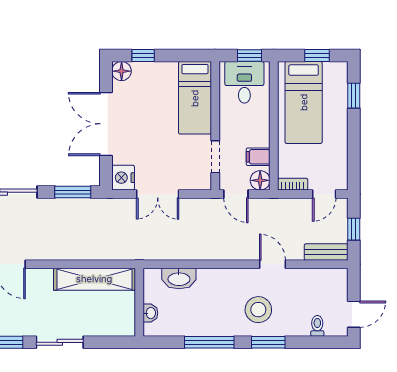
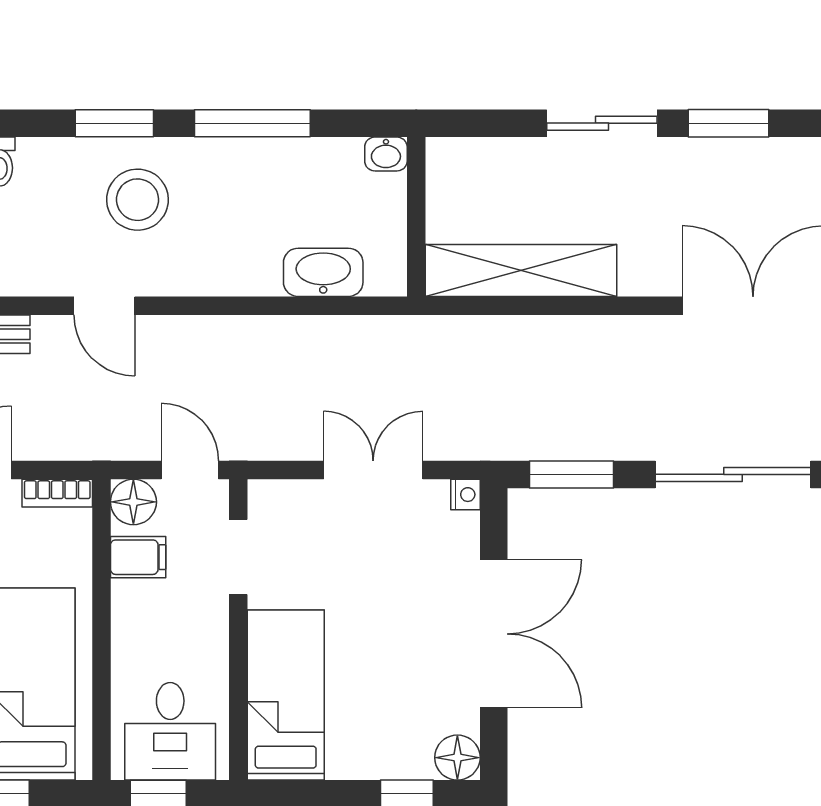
nightstand: (123, 178) -> (465, 495), width x0.53, depth x0.56
washbasin: (150, 313) -> (386, 154), moved, turned -90

